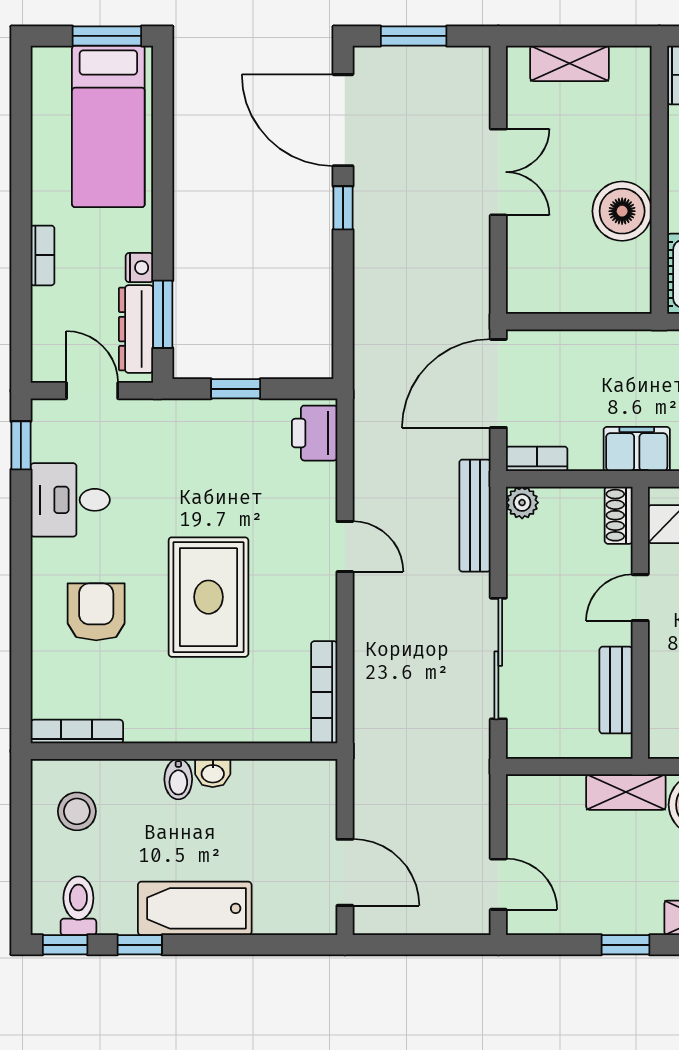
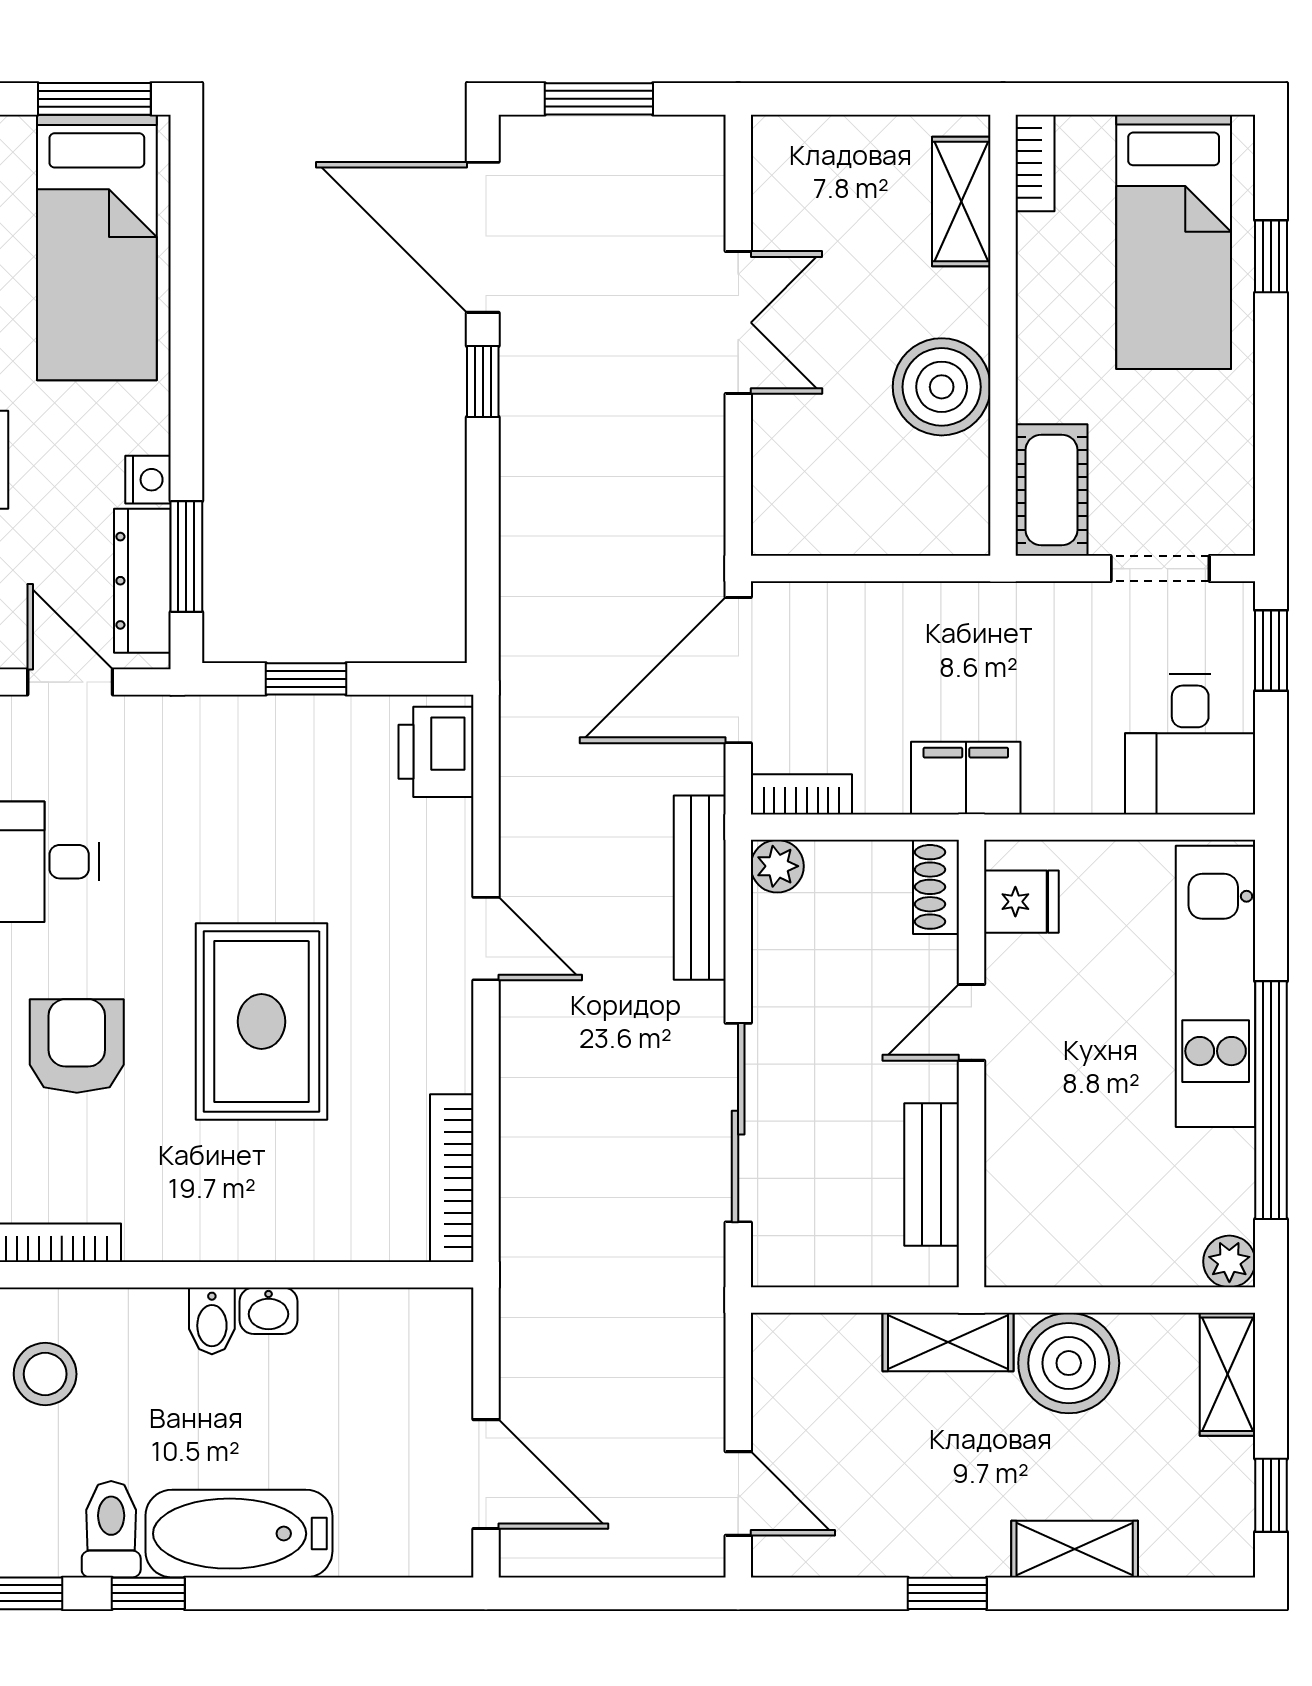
shelving: (570, 63) -> (961, 201), moved, turned 90
toilet: (78, 906) -> (111, 1529), moved

